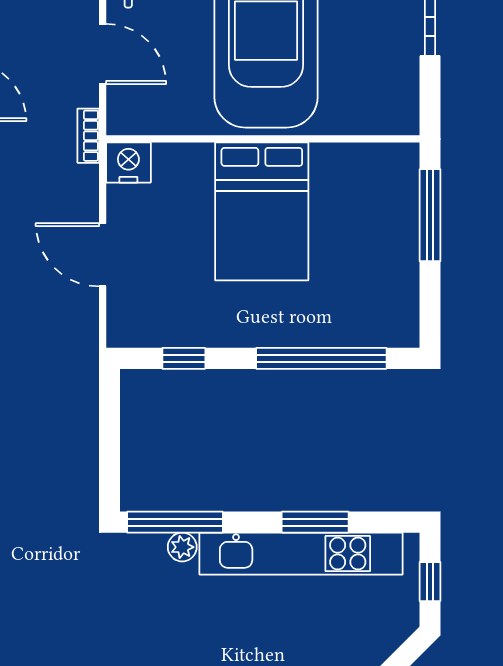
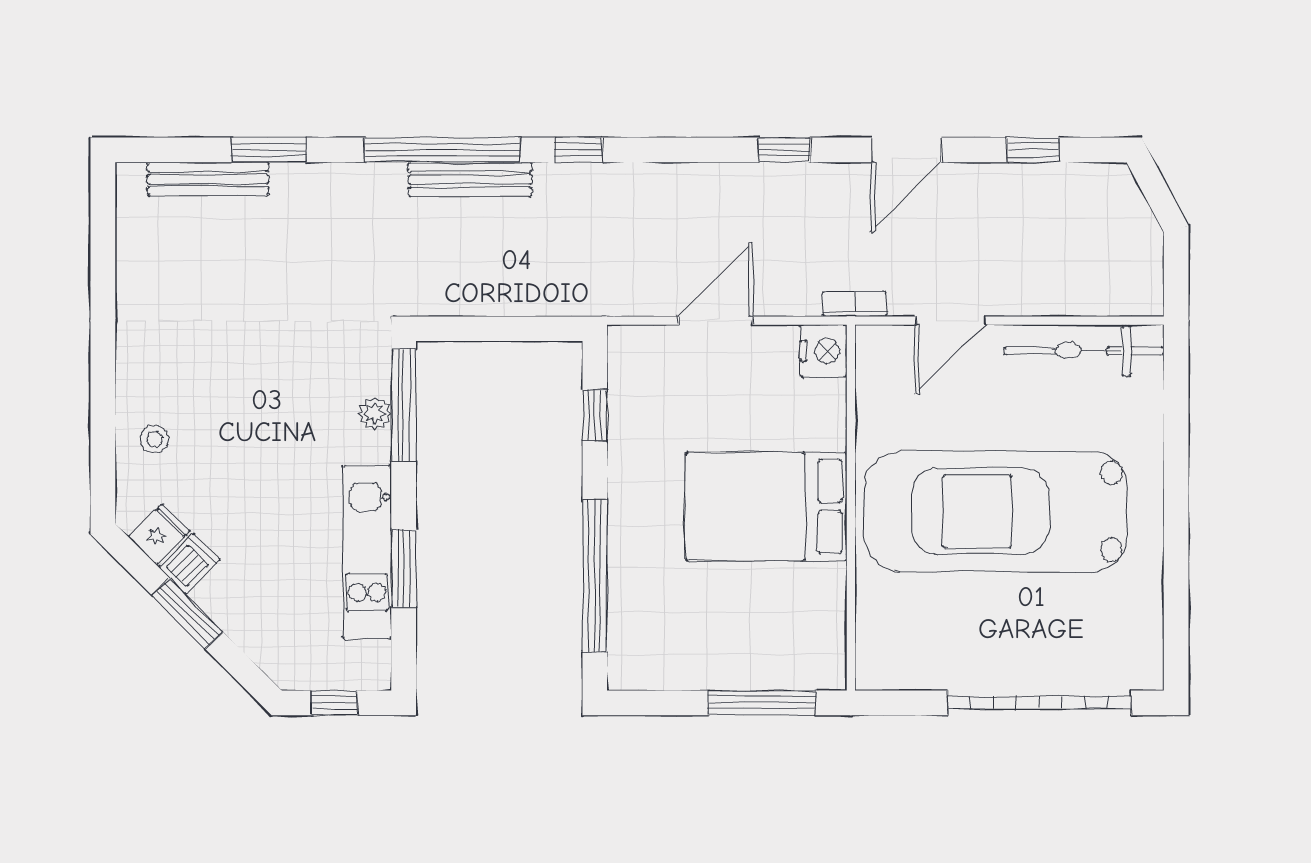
kitchen unit: (301, 554) -> (367, 552), width x0.73

